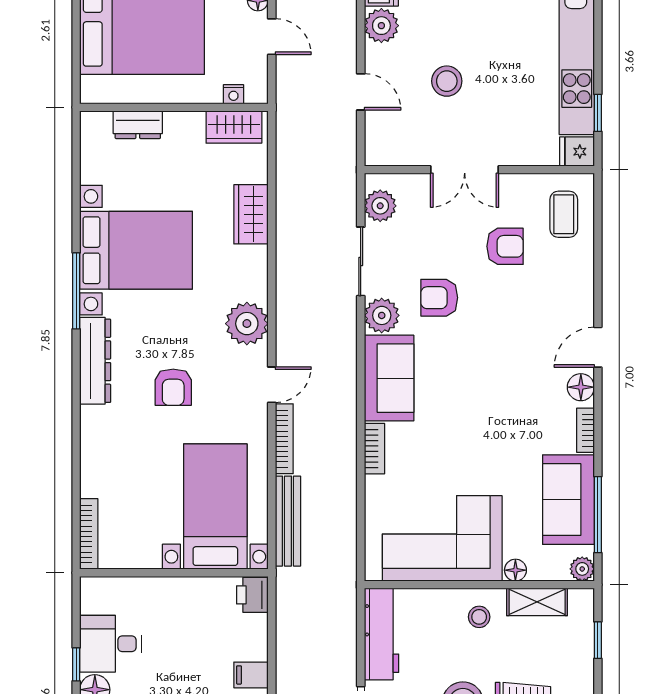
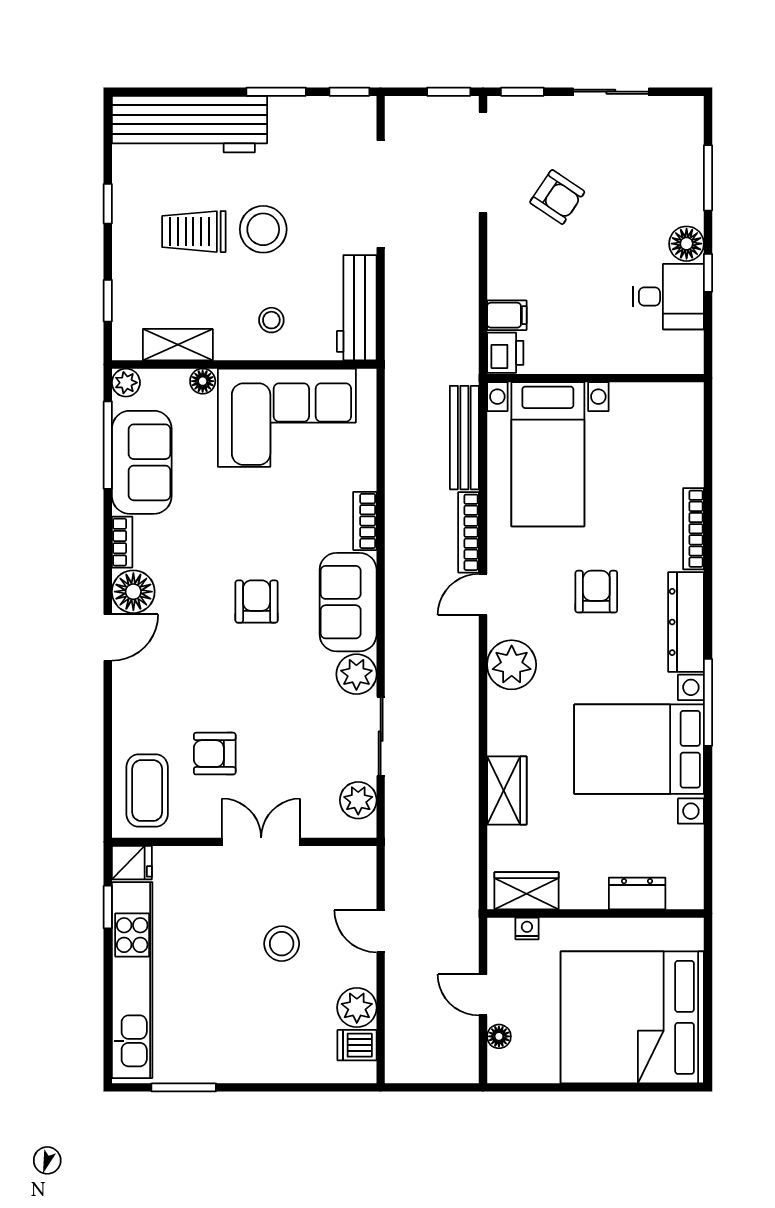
coffee table: (564, 214) -> (147, 791), width x1.36, depth x1.30
armchair: (439, 298) -> (257, 602), moved, turned -90
floor lamp: (581, 387) -> (133, 592), width x1.38, depth x1.38
bookcase: (89, 534) -> (693, 529), moved
stool: (479, 617) -> (271, 320), moved
filing cabinet: (251, 675) -> (507, 315), moved

